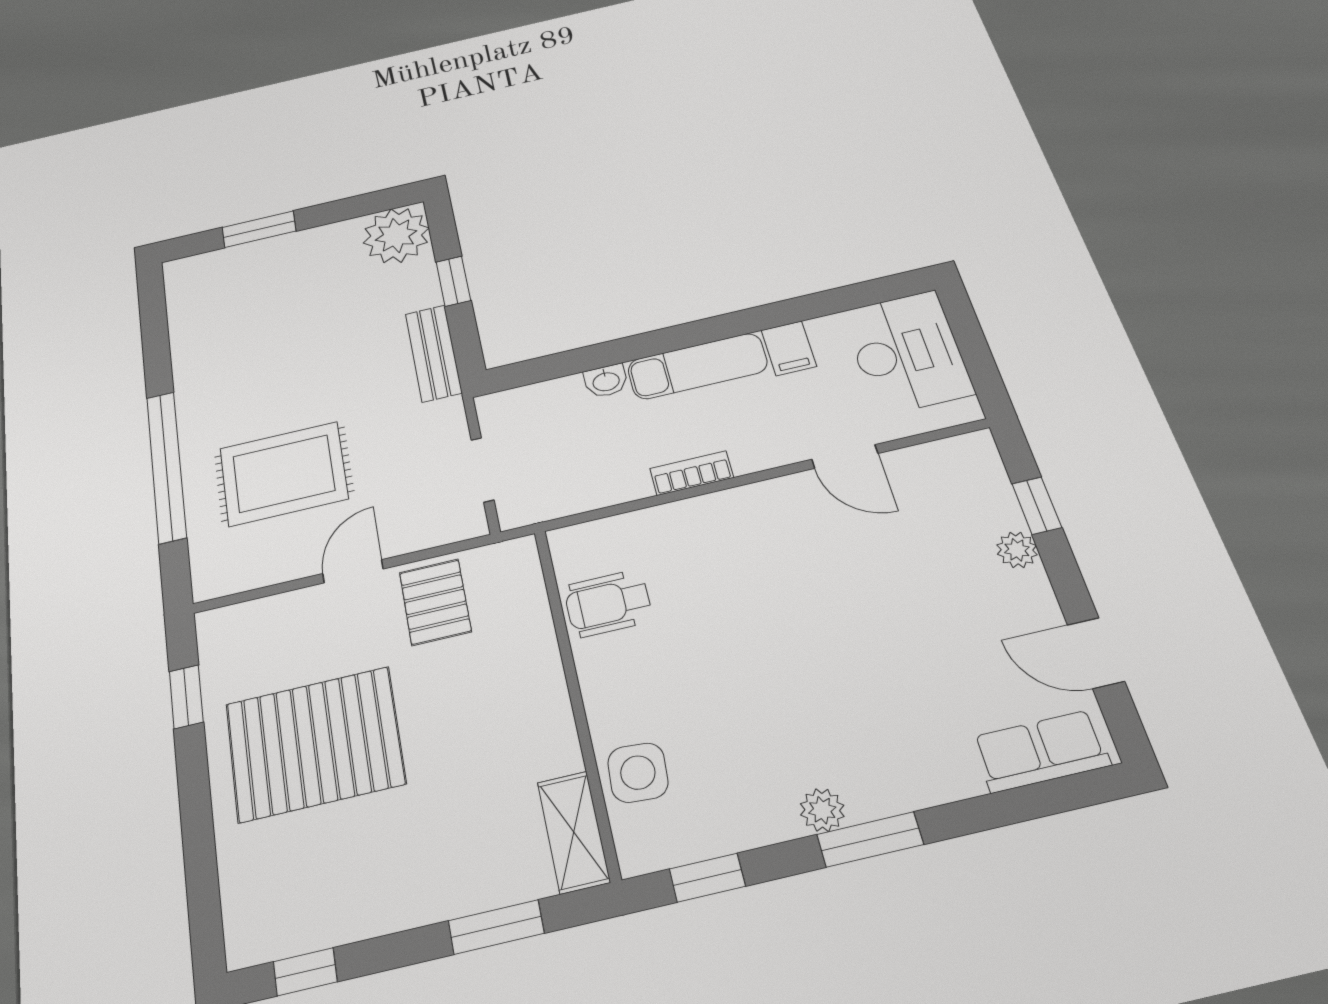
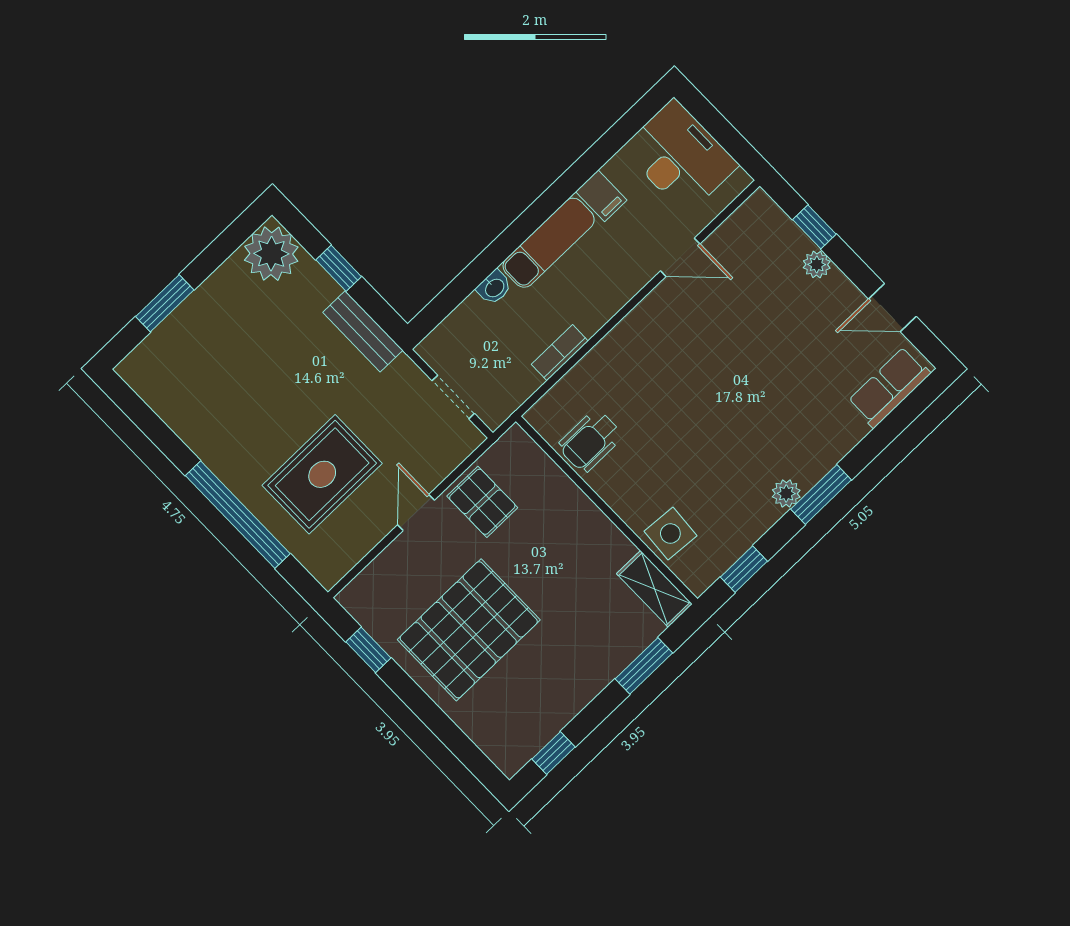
bookcase: (692, 473) -> (560, 353), moved

